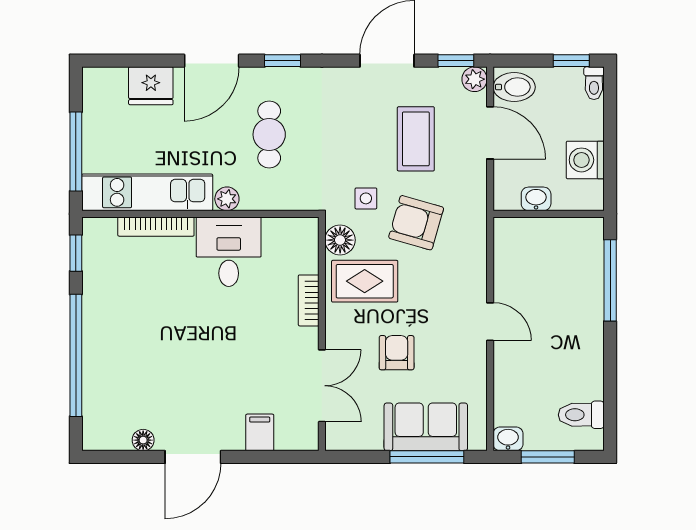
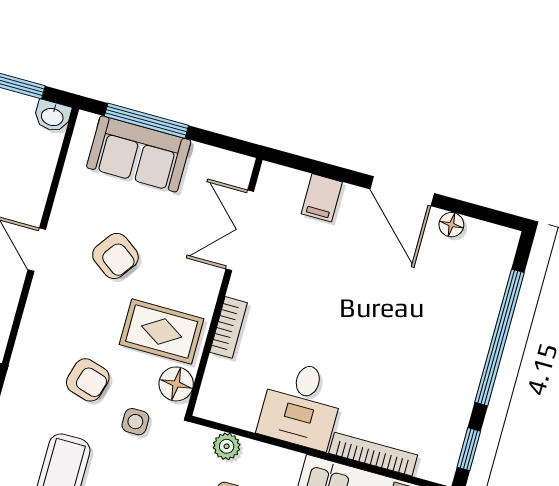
plant: (227, 199) -> (227, 446), moved
armchair: (416, 223) -> (88, 380), width x0.72, depth x0.72
armchair: (397, 353) -> (115, 256), moved, turned -54
door: (193, 457) -> (402, 191), swing flipped

